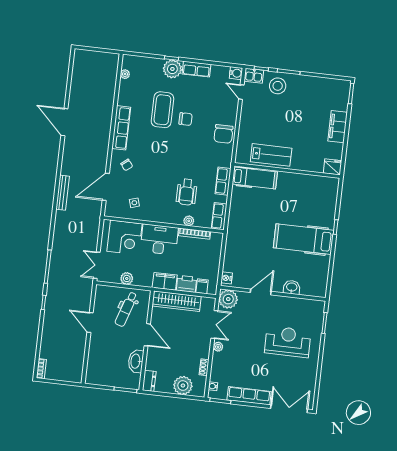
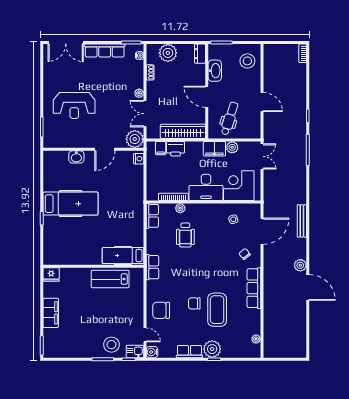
chair: (223, 134) -> (161, 310), moved, turned -90
plant: (70, 146) -> (300, 265), added
row of seats: (223, 181) -> (152, 267), moved
wheelchair: (187, 192) -> (185, 235), turned 180
filing cabinet: (165, 281) -> (214, 149), moved
stool: (100, 367) -> (247, 61), added

